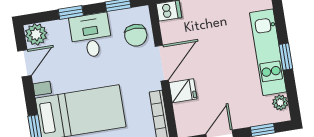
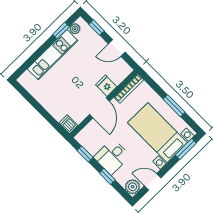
chair: (136, 35) -> (94, 133), removed
window: (286, 57) -> (61, 31), moved
door: (162, 63) -> (99, 108), swing flipped

